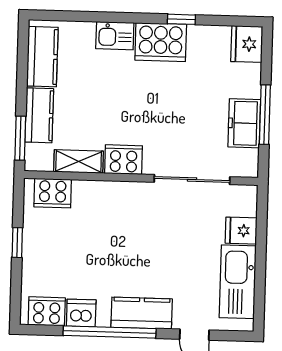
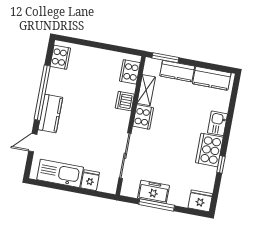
window: (17, 243) -> (104, 46), removed
dishwasher: (81, 313) -> (125, 101), moved, turned 180

